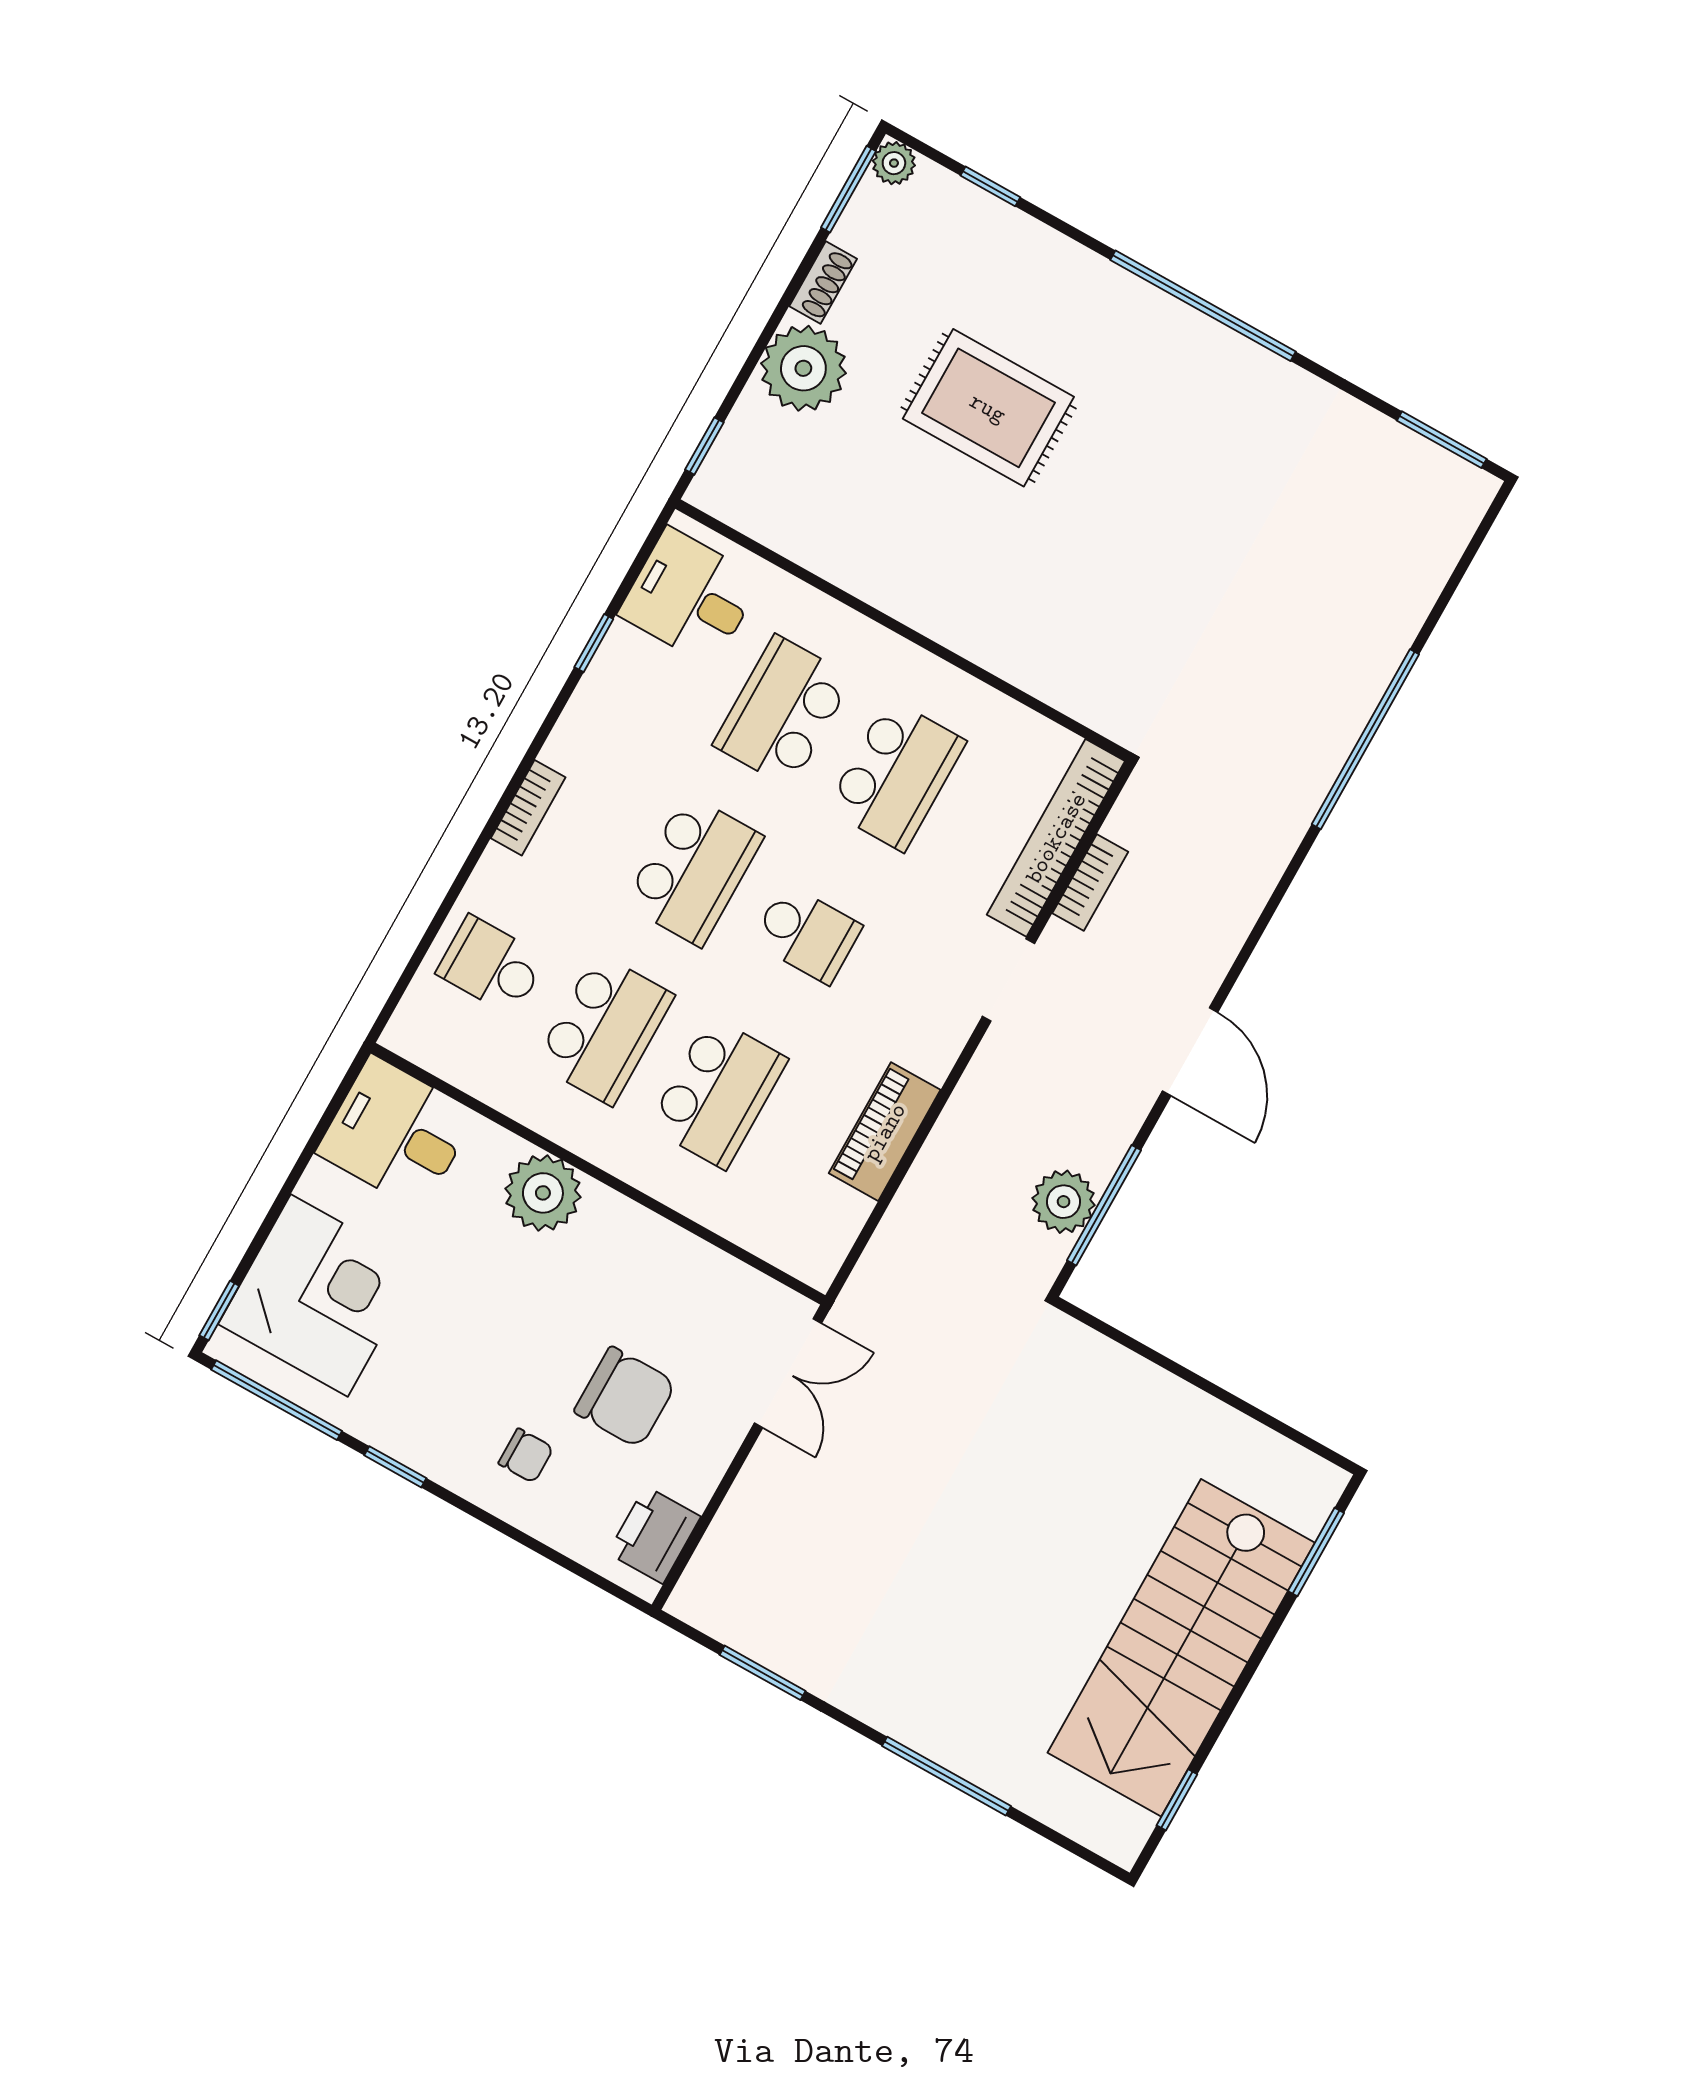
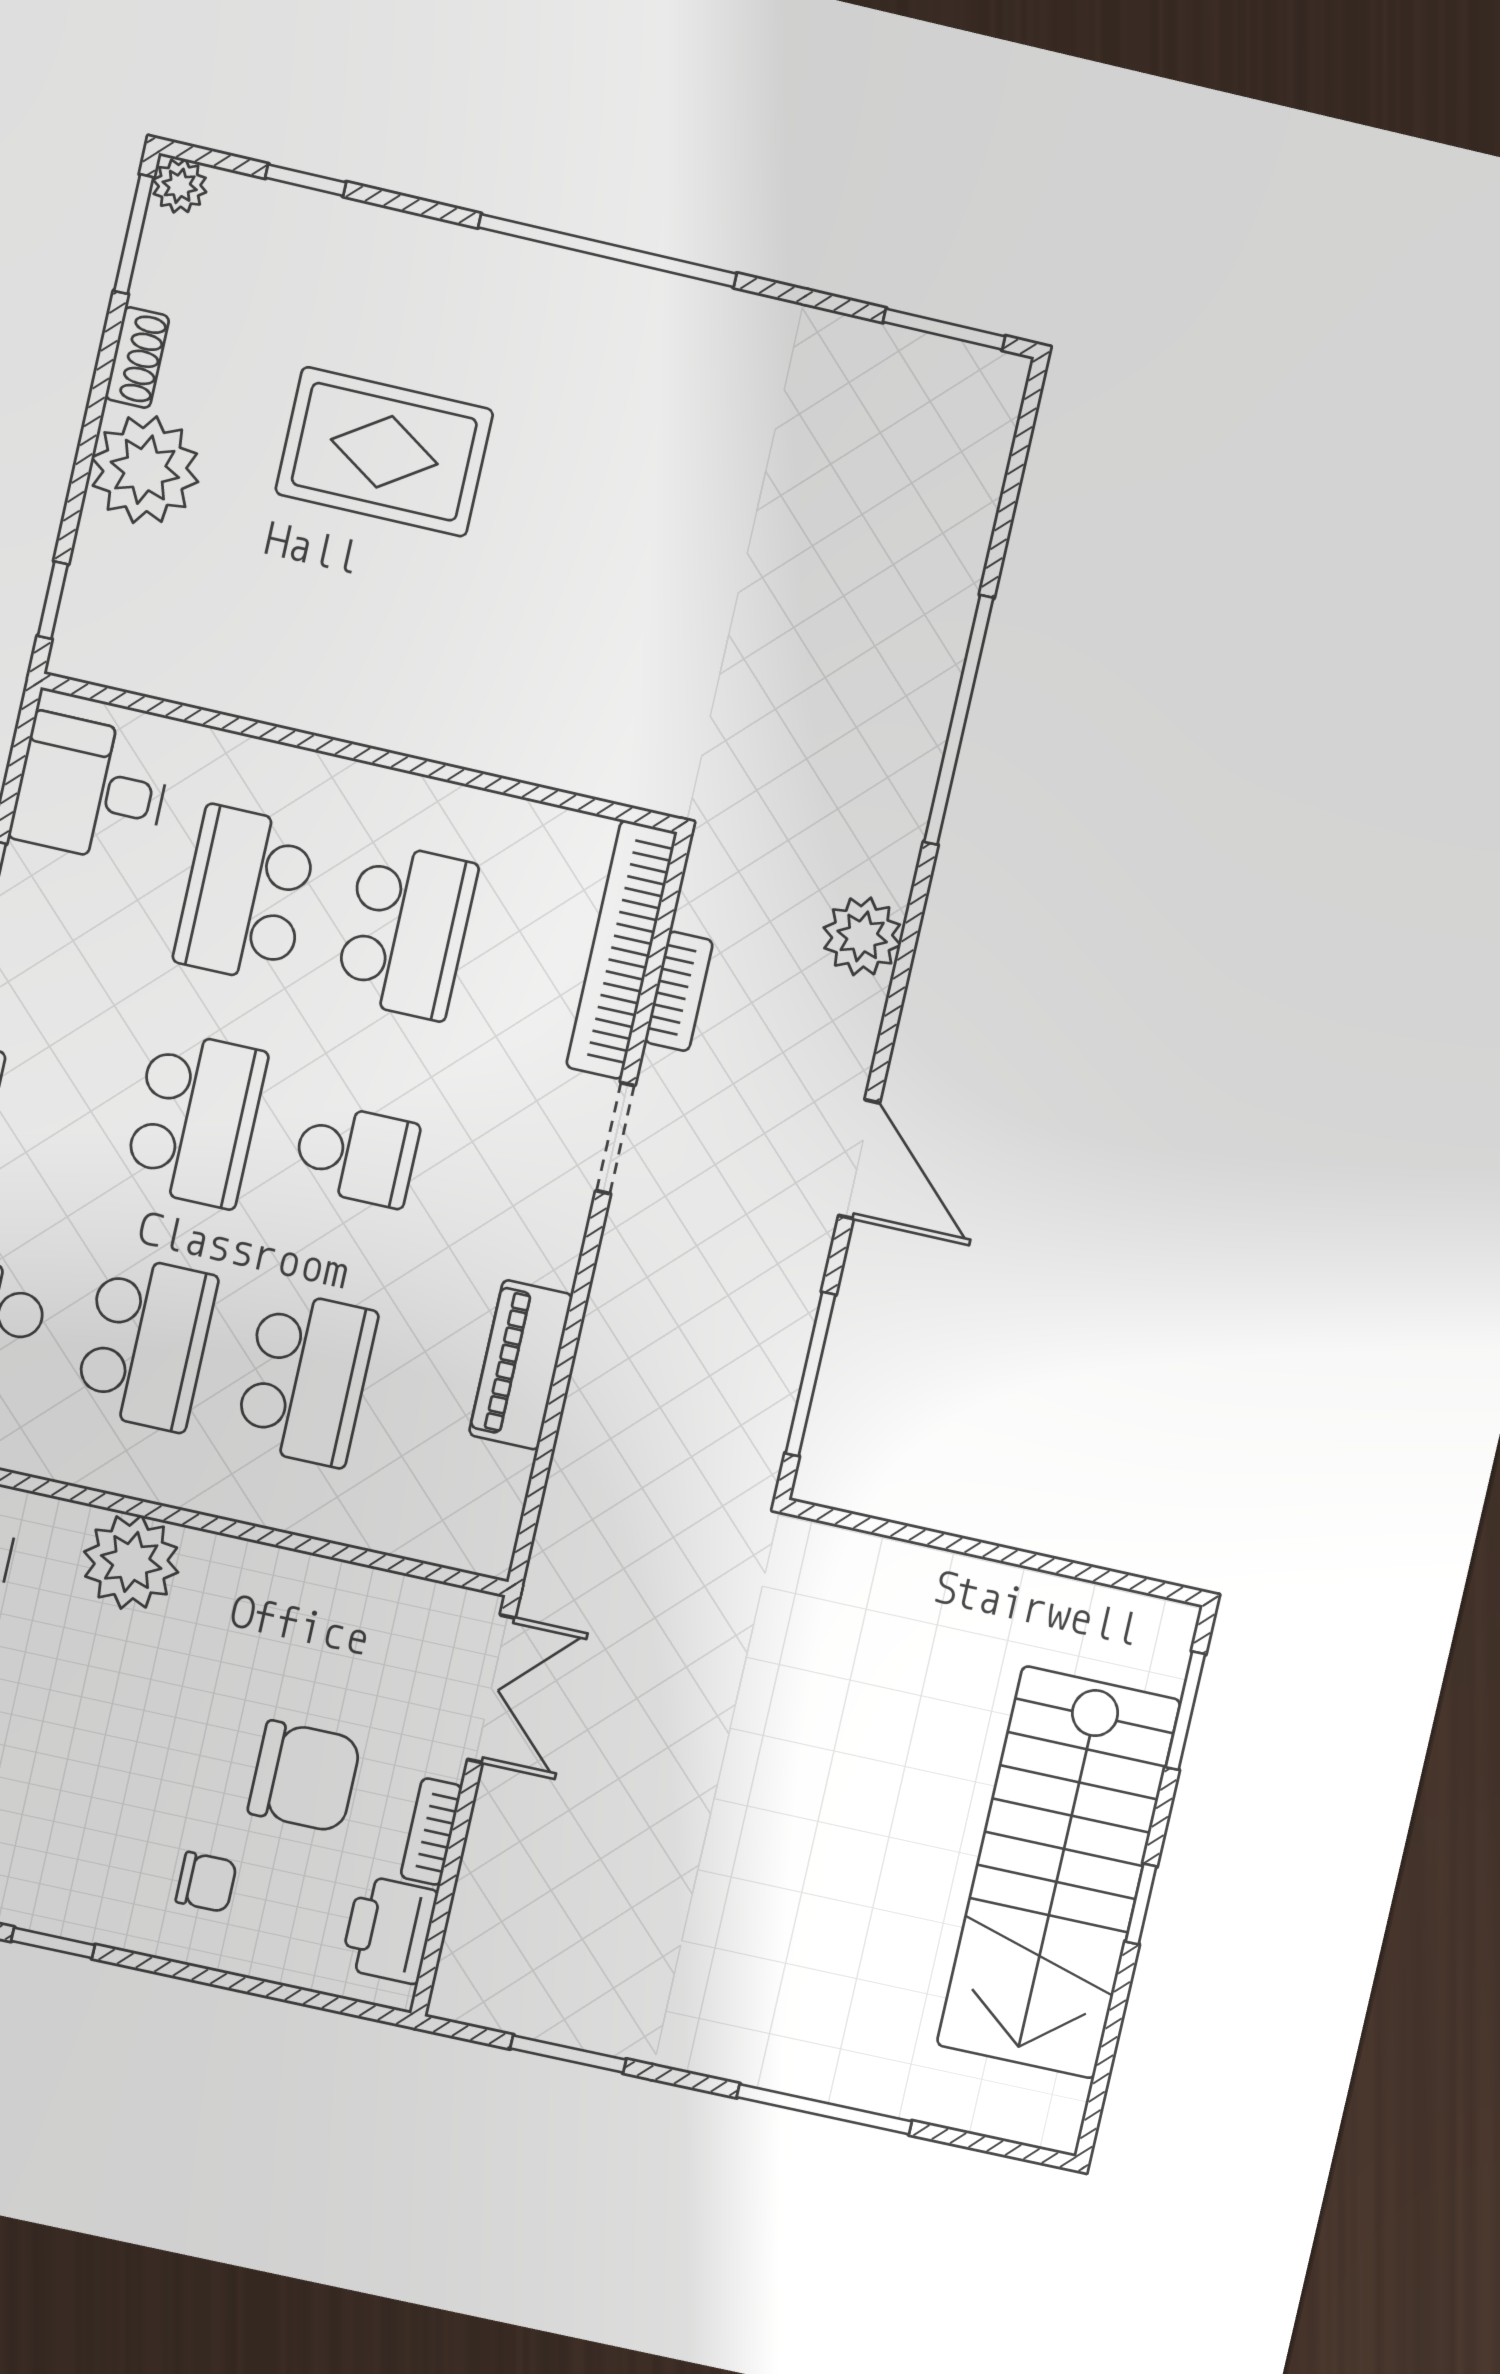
plant: (1064, 1202) -> (862, 936), moved
bookcase: (709, 1469) -> (431, 1832), added
window: (1177, 1800) -> (1141, 1904), moved

